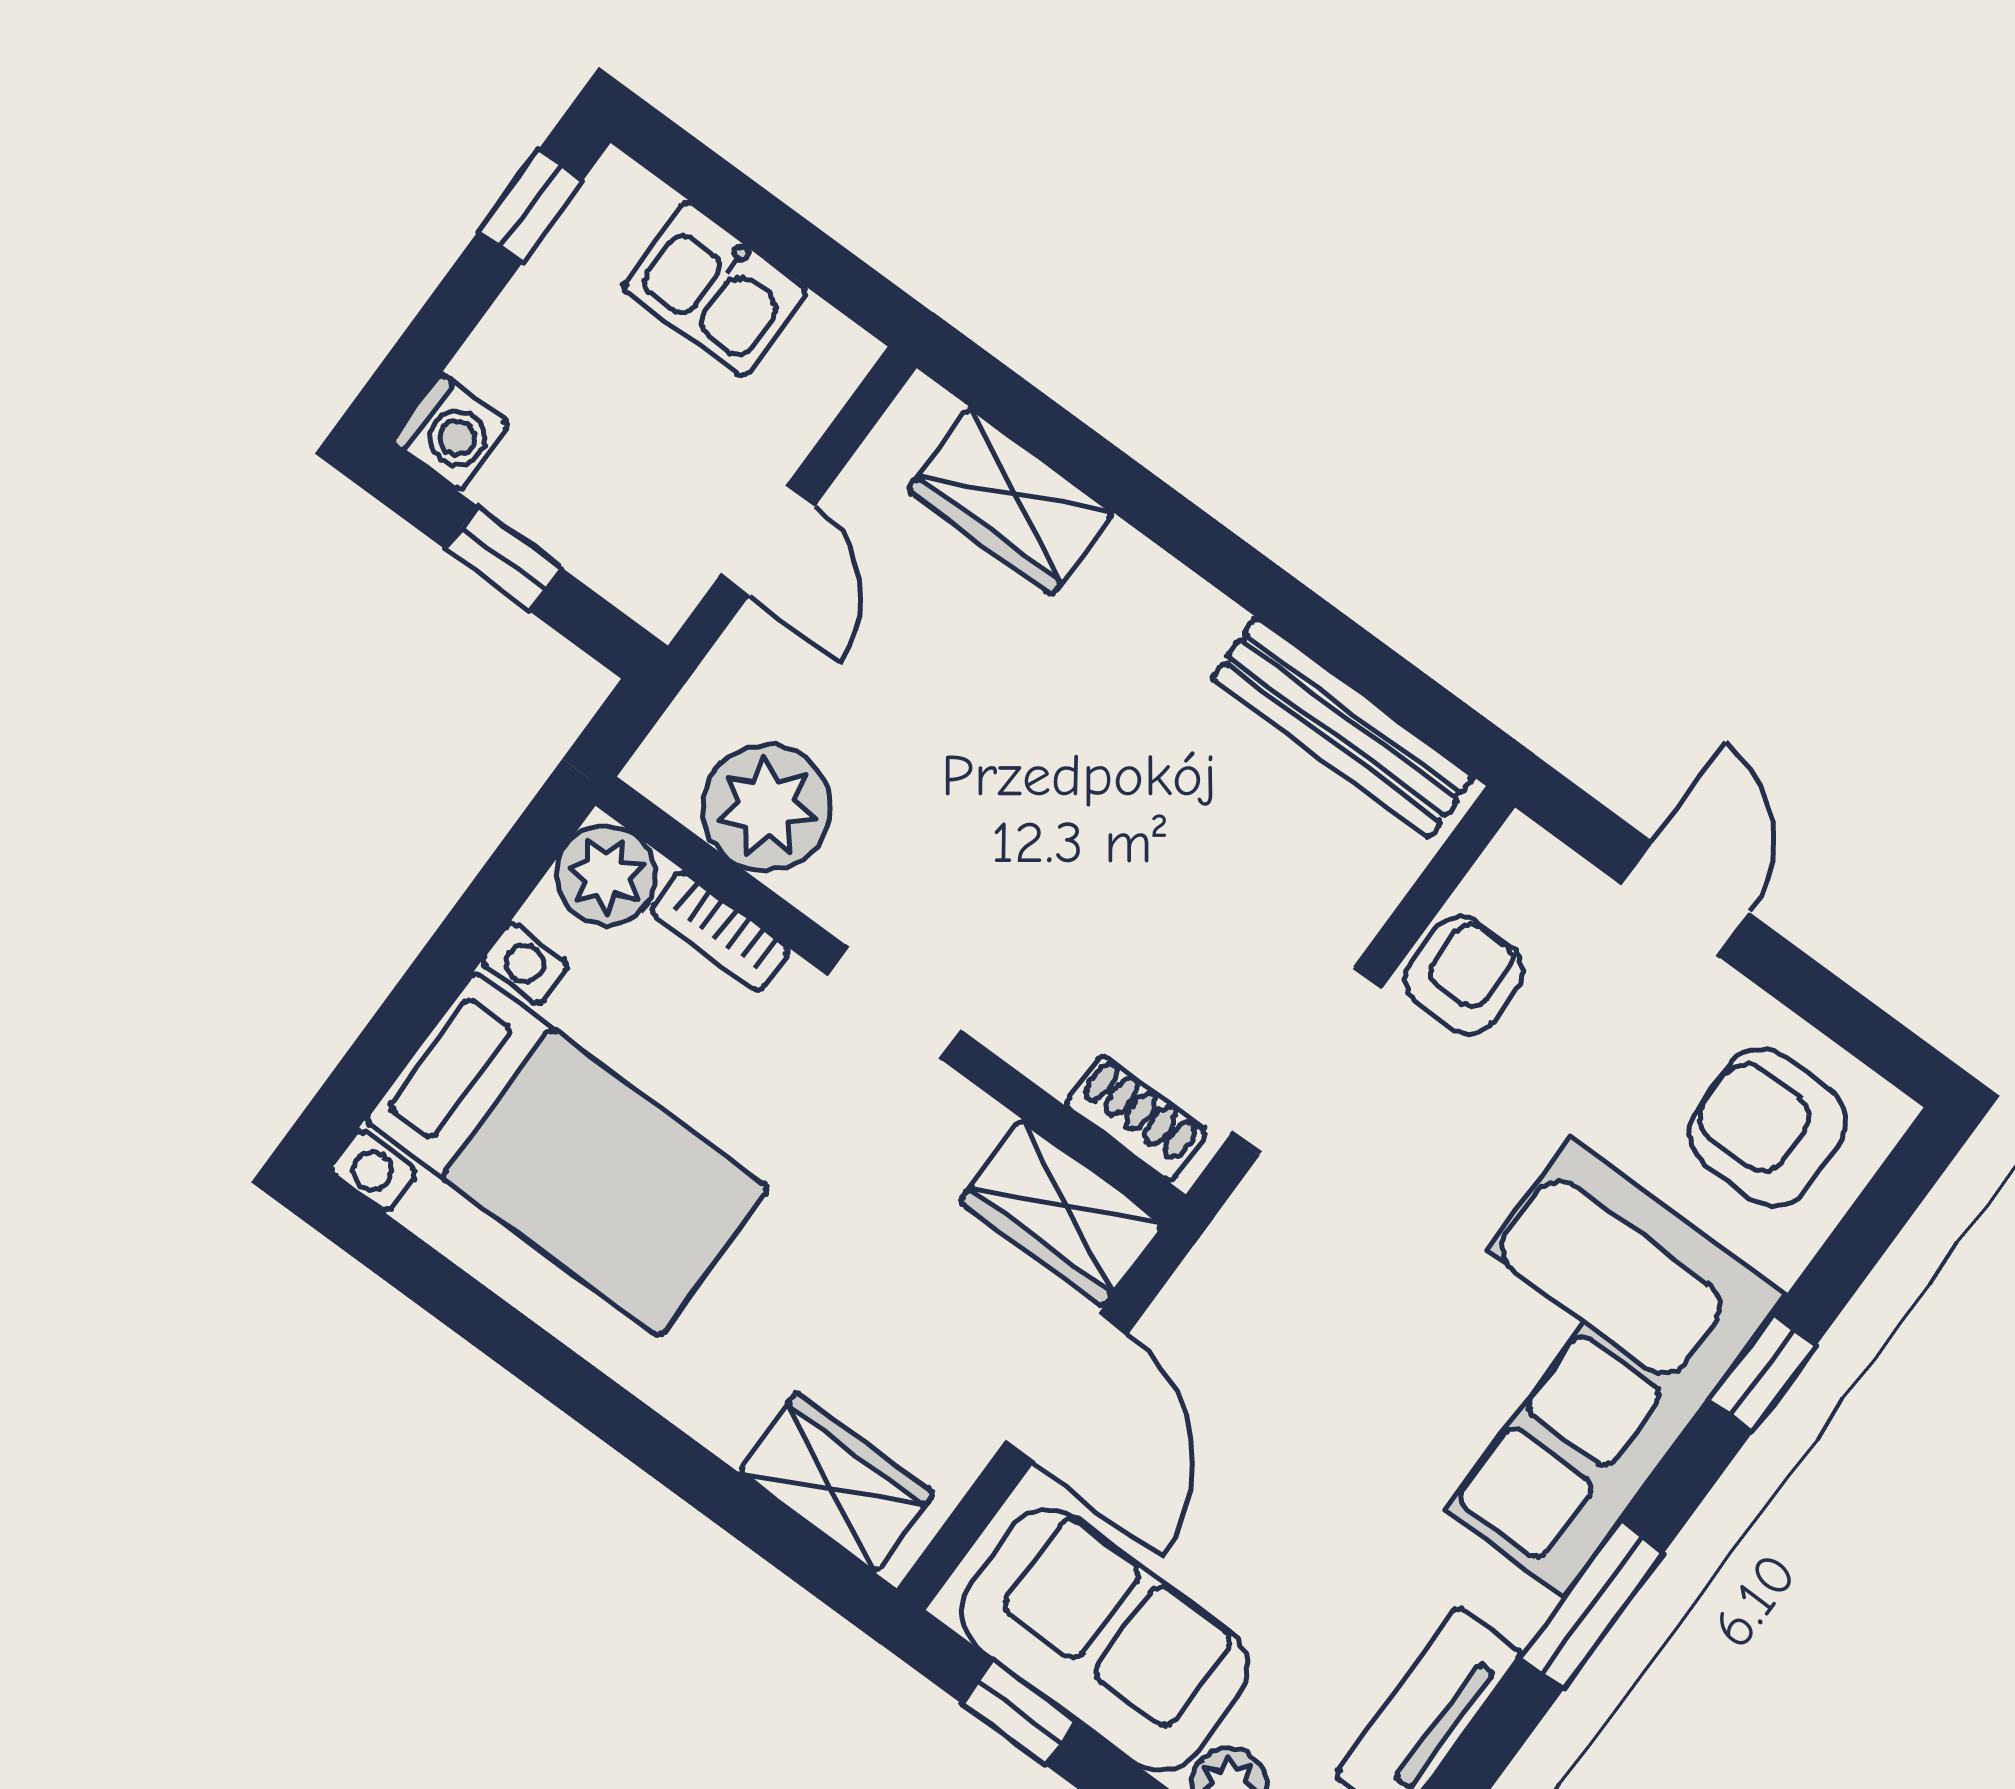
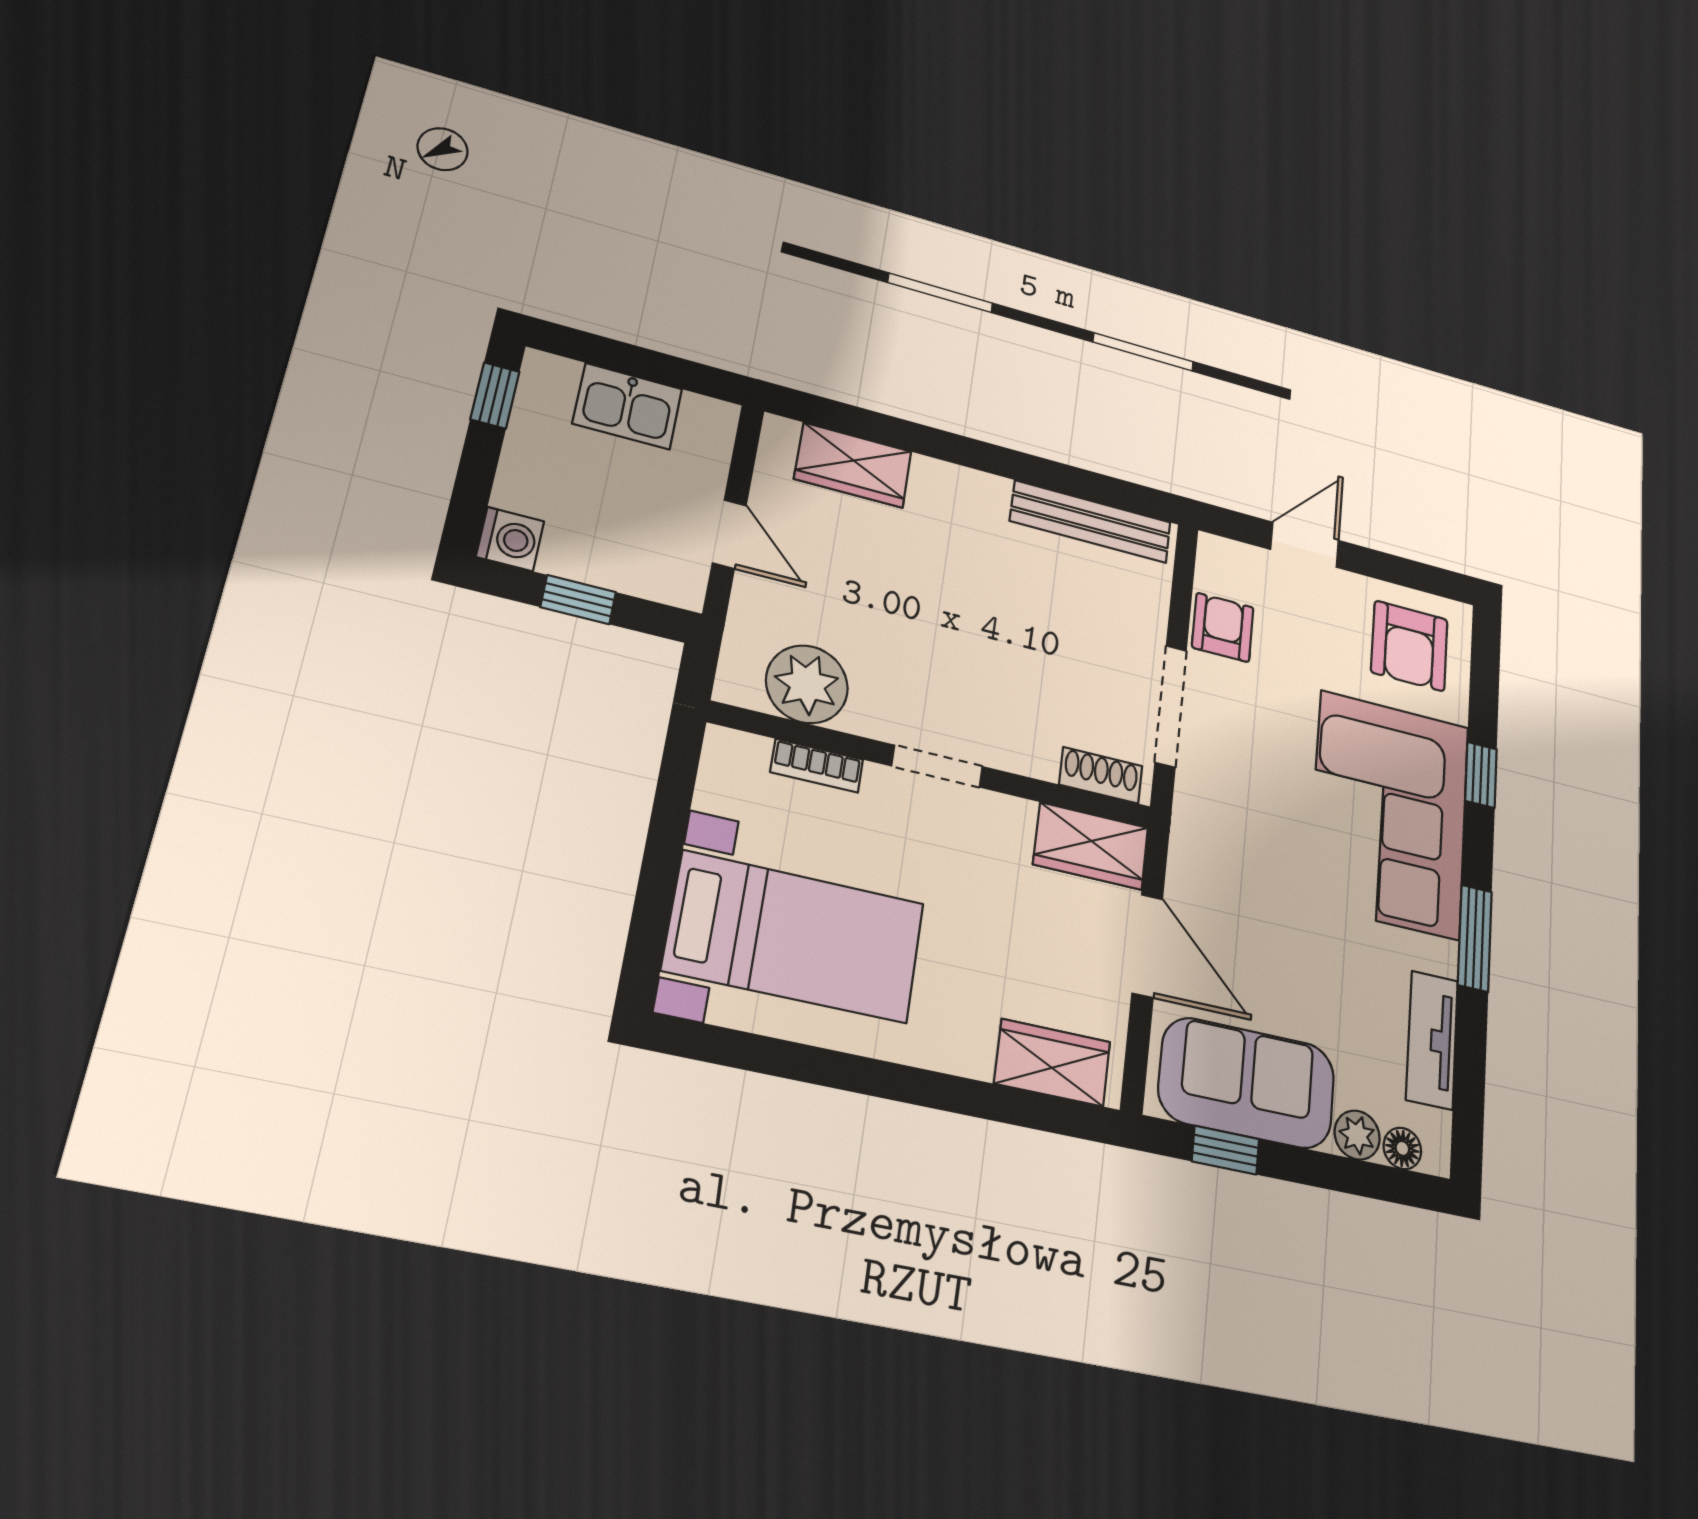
plant: (606, 875) -> (733, 760), removed
door: (1685, 898) -> (1305, 545), hinge flipped
armchair: (1767, 1128) -> (1409, 646), turned -90

